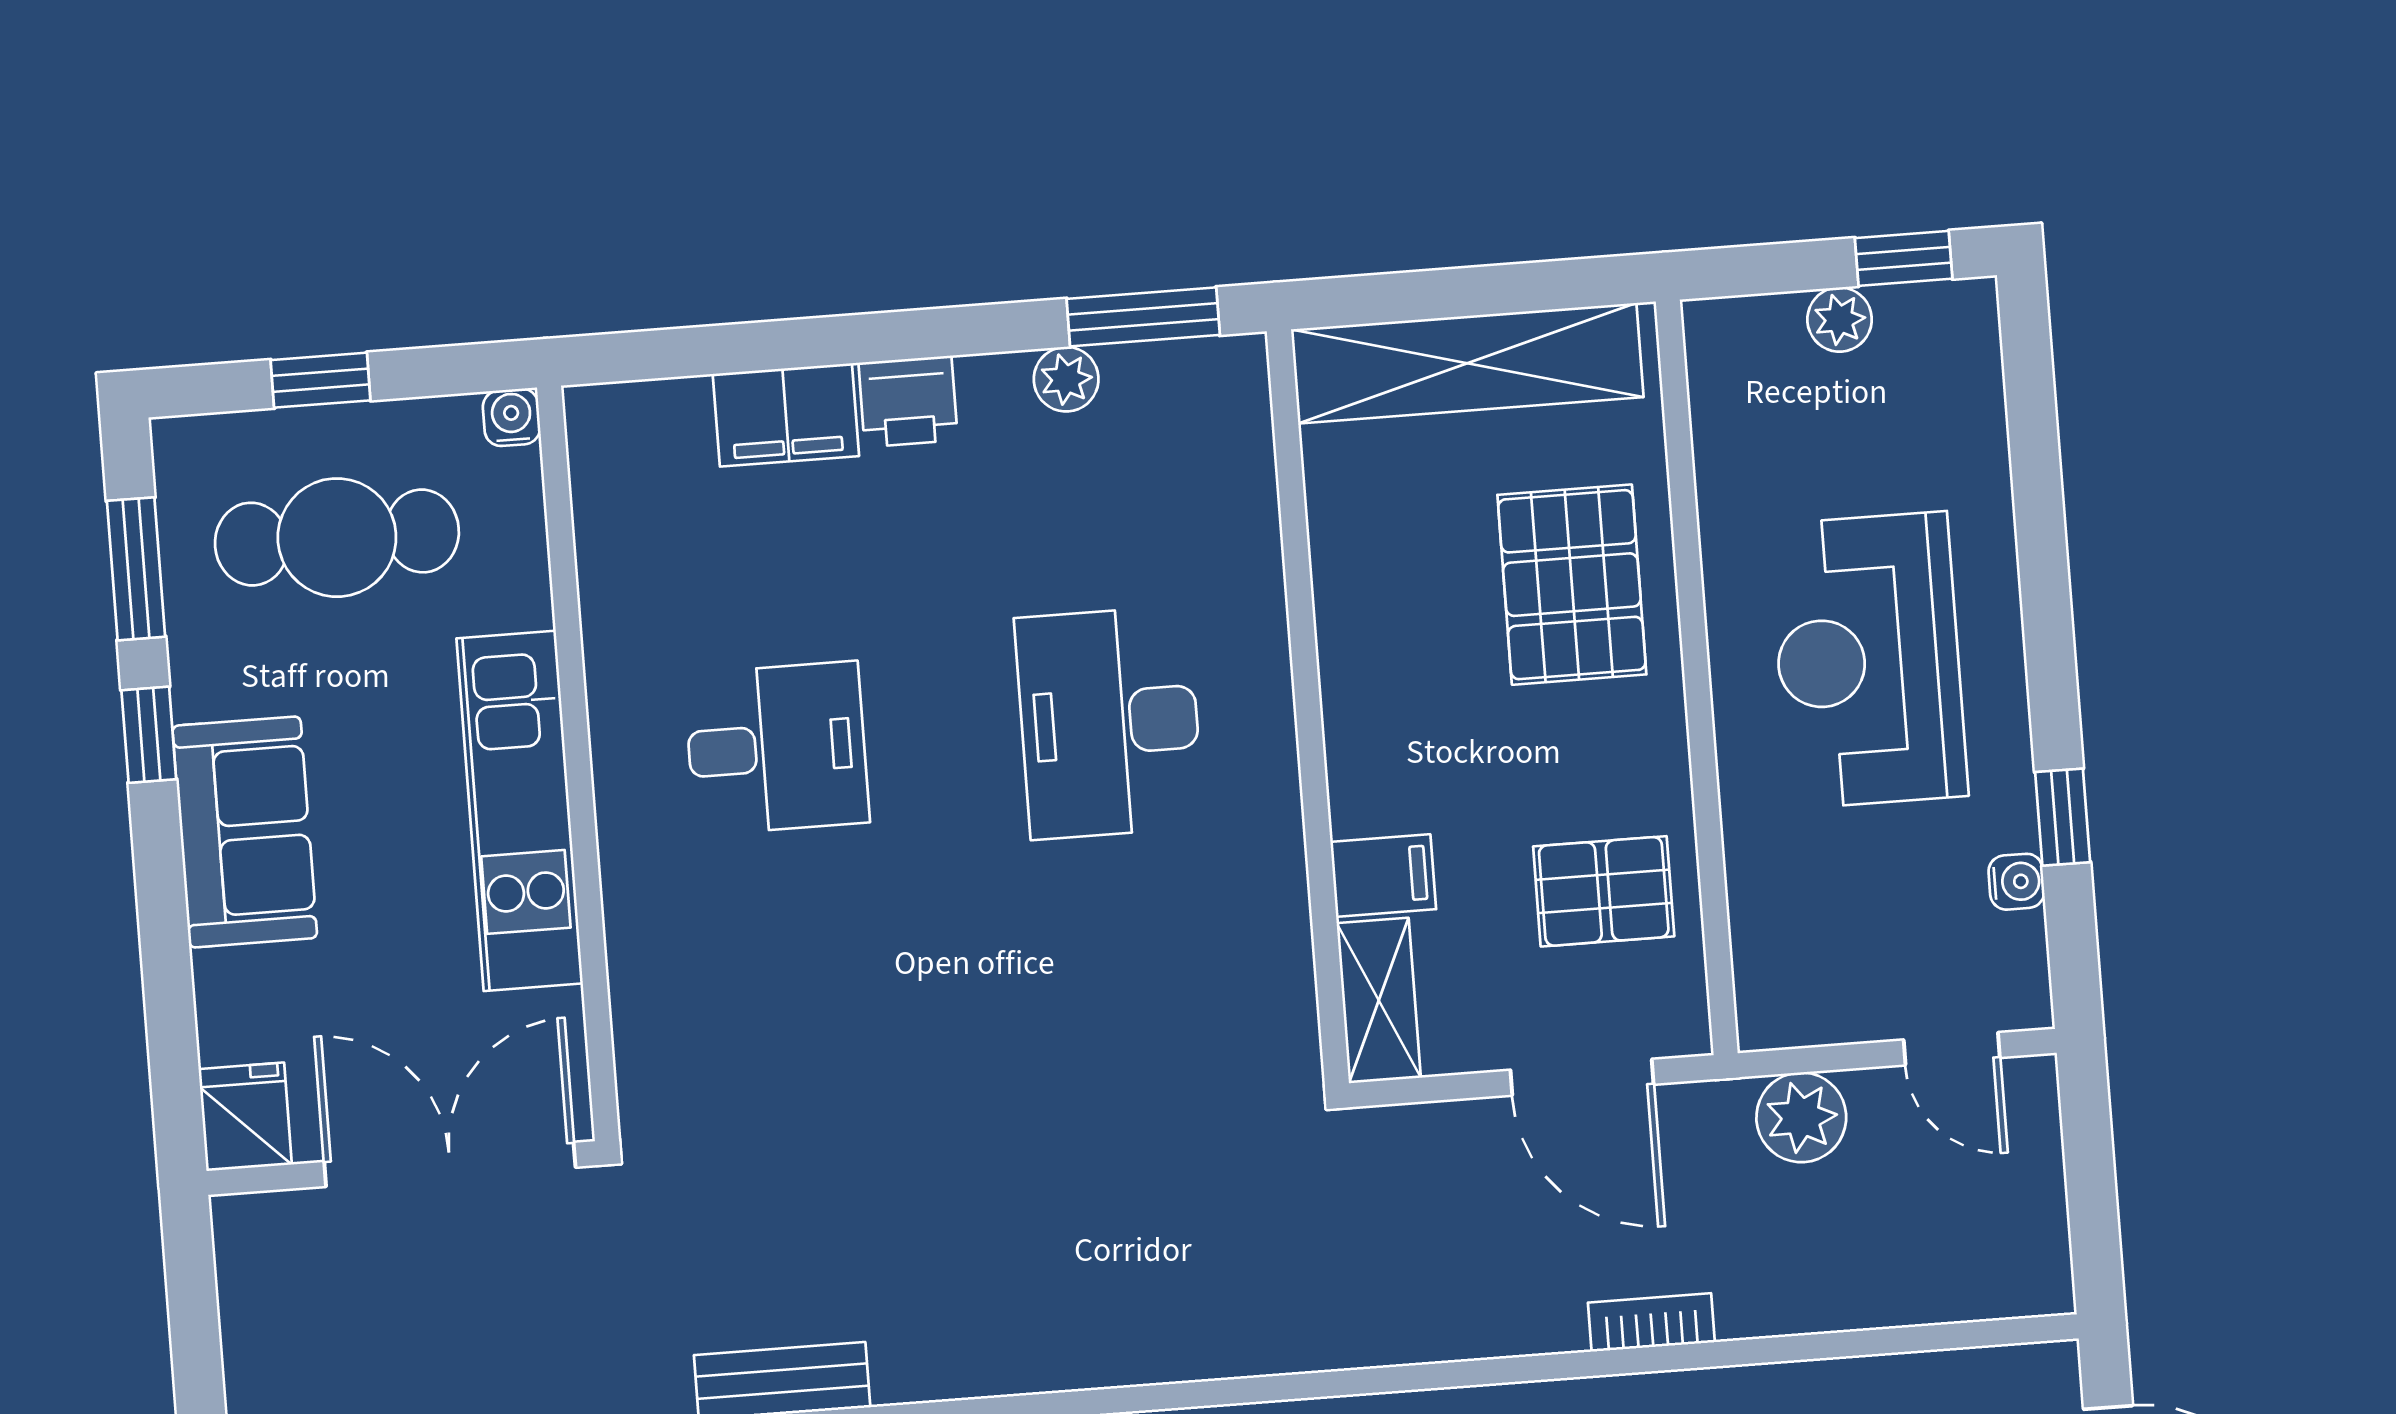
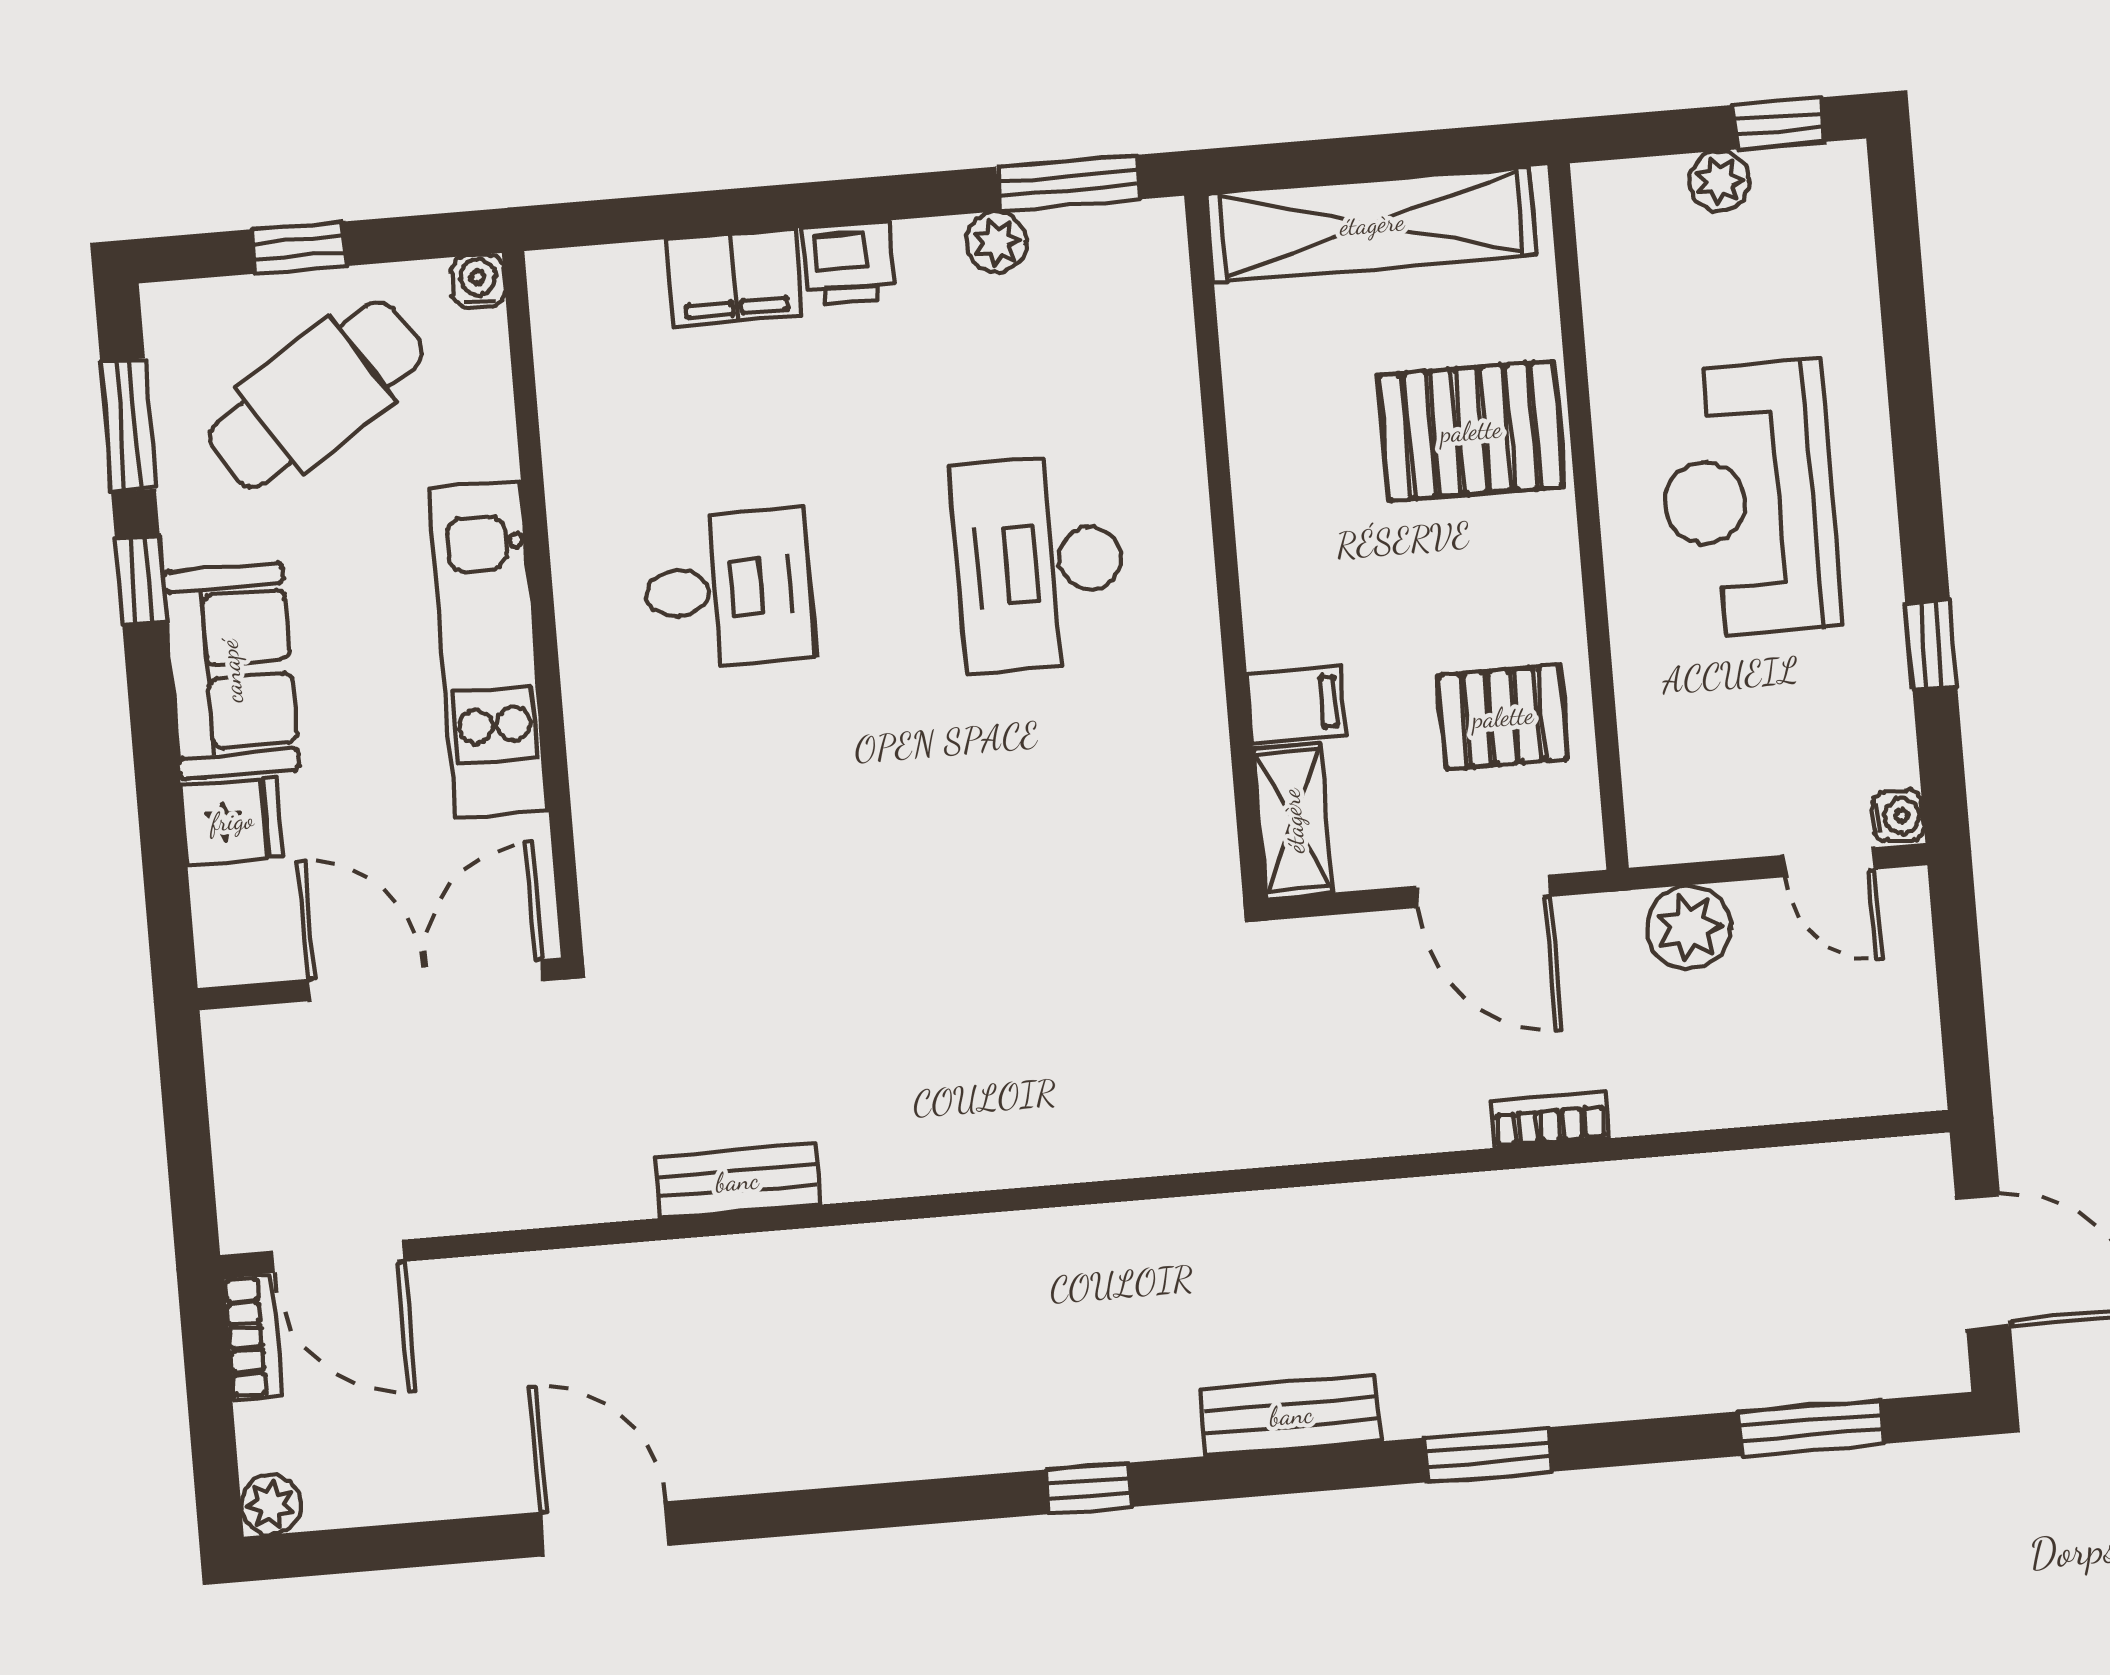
cafe table: (337, 538) -> (316, 395), turned -33
pallet: (1572, 585) -> (1471, 431), turned 90
water cooler: (2016, 882) -> (1898, 816), moved
fridge: (245, 1117) -> (232, 821), moved, turned 90

